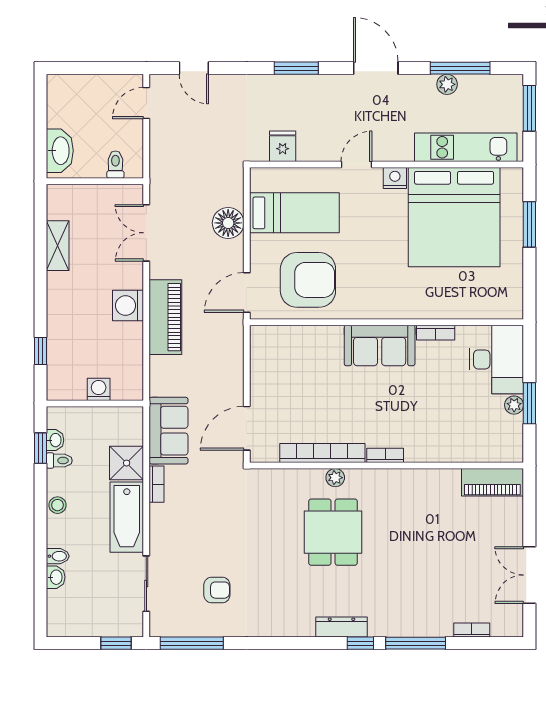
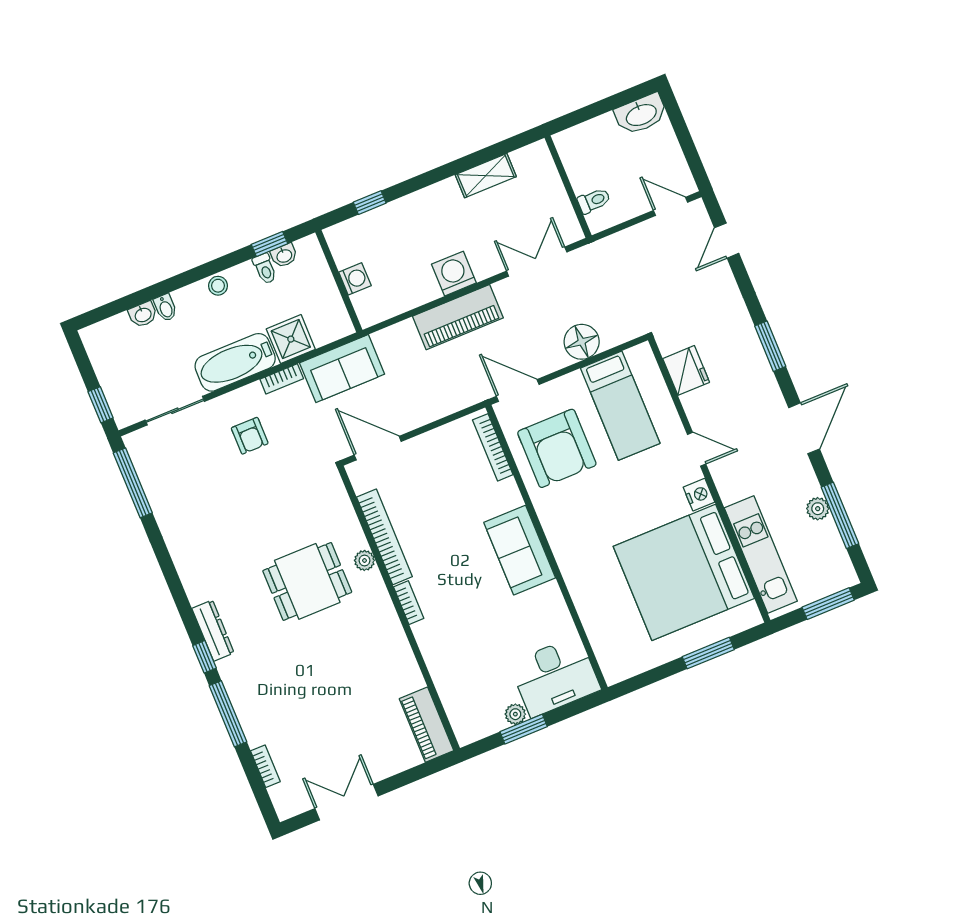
fridge: (283, 146) -> (686, 370), width x1.38
washbasin: (60, 151) -> (641, 114), moved
bookcase: (436, 333) -> (493, 447), moved, width x1.56
armchair: (217, 590) -> (250, 436), moved

